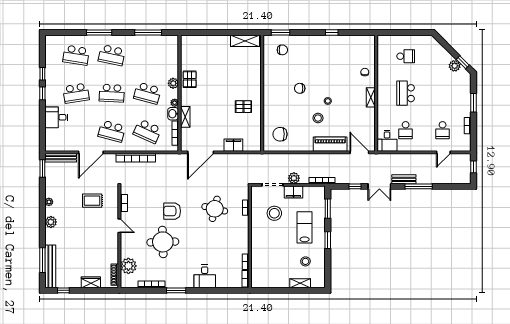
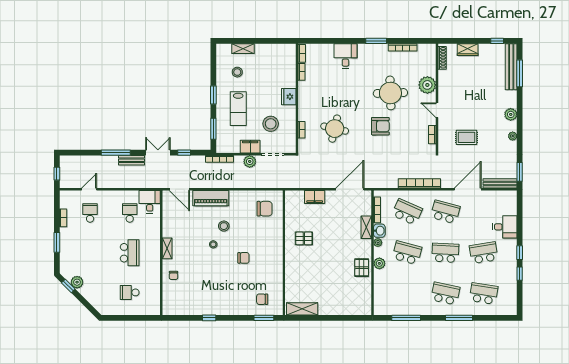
fridge: (257, 239) -> (289, 97), added
plant: (128, 266) -> (427, 85), moved

